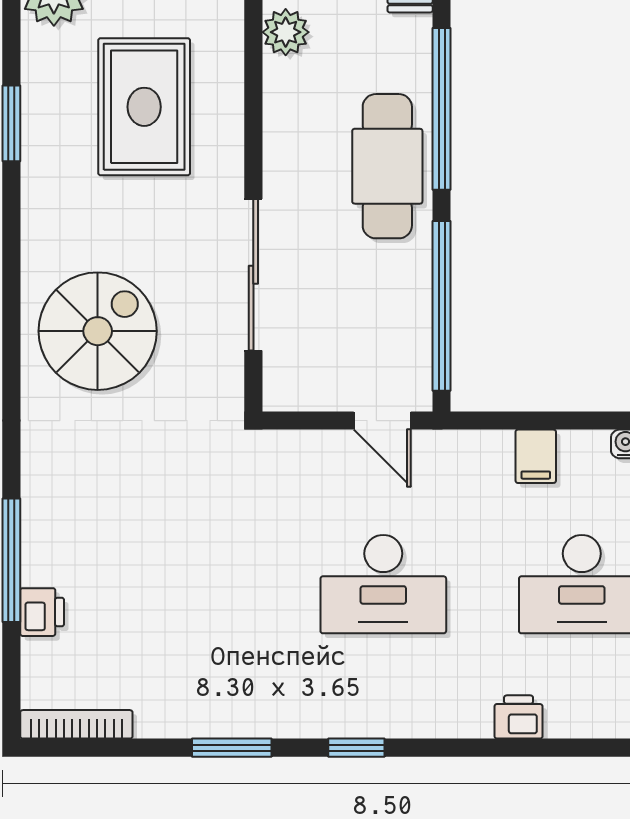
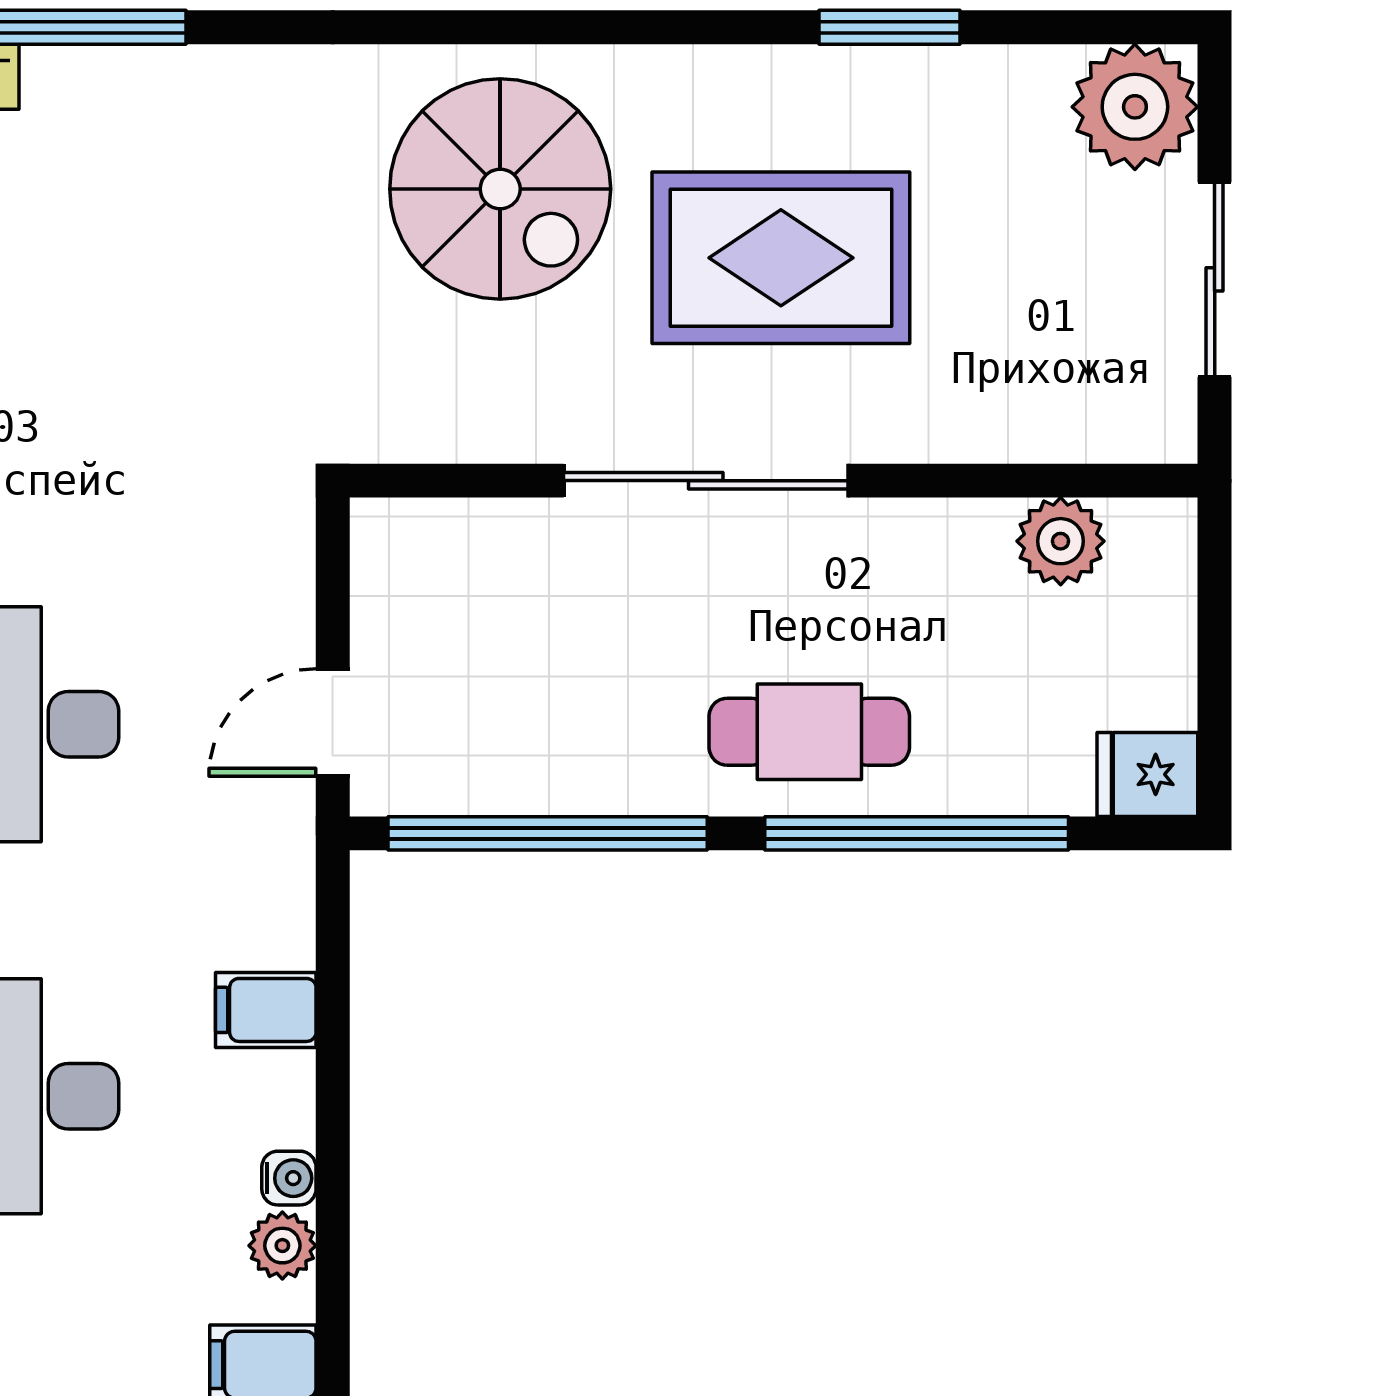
rug: (144, 107) -> (781, 258), moved
cafe table: (387, 166) -> (809, 732), width x0.73, depth x0.74
sliding door: (253, 275) -> (706, 481), moved

